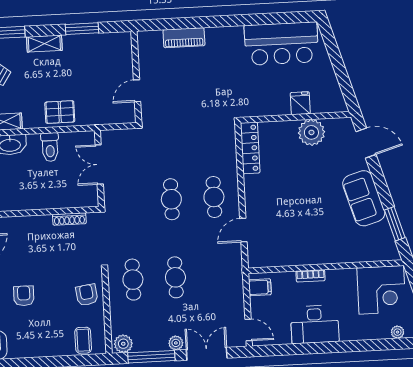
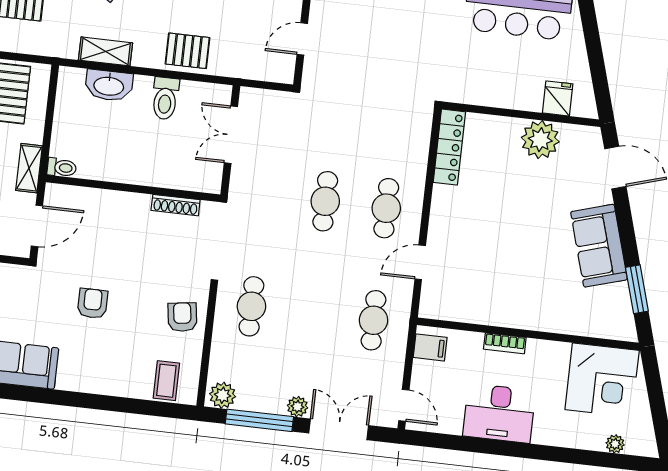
fridge: (300, 103) -> (558, 98), moved
cafe table: (175, 277) -> (373, 320), moved

